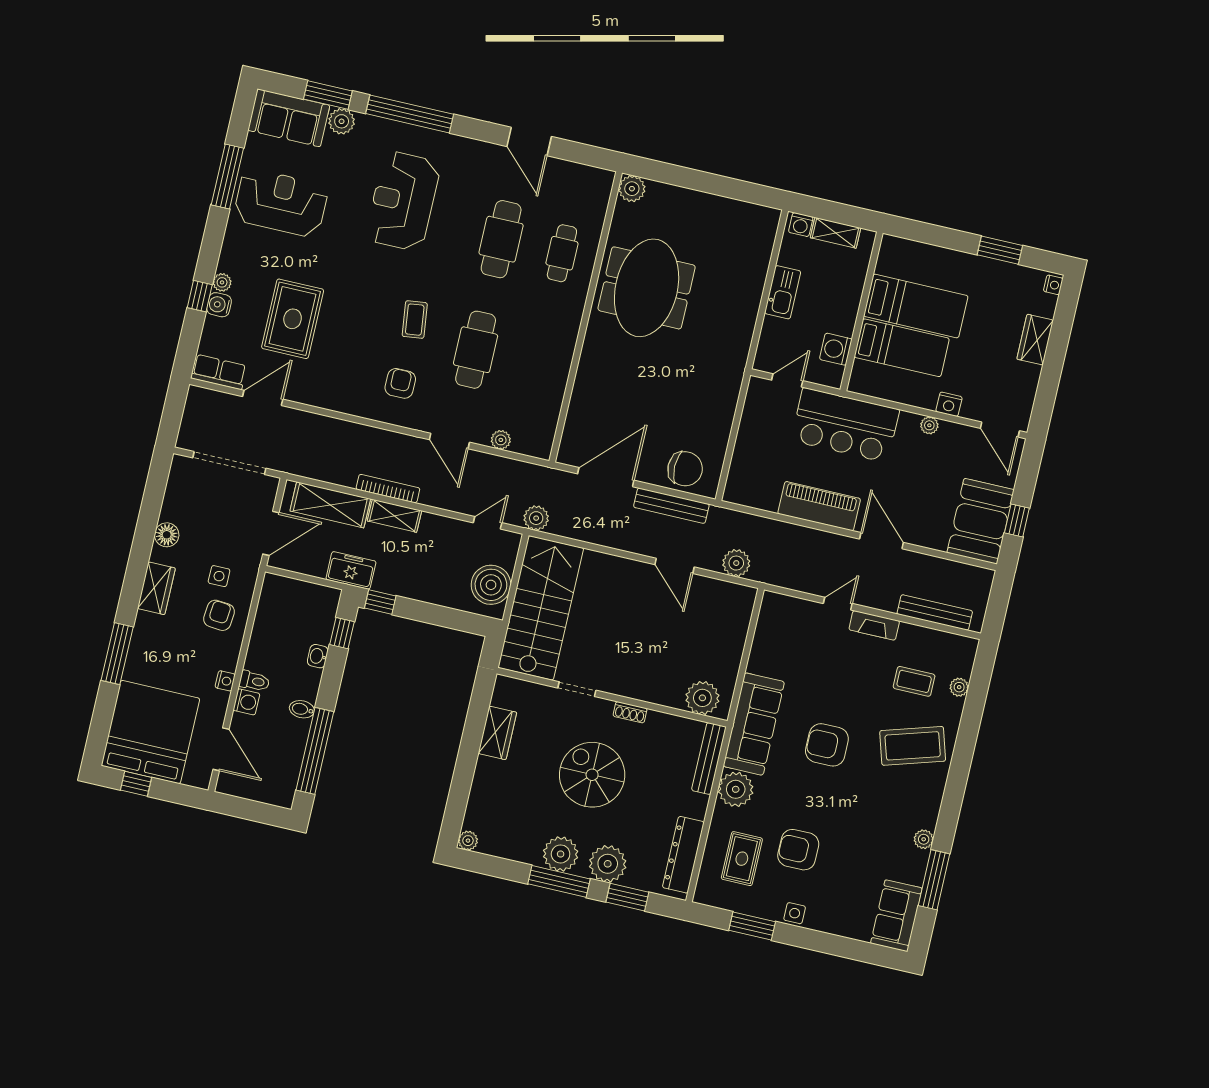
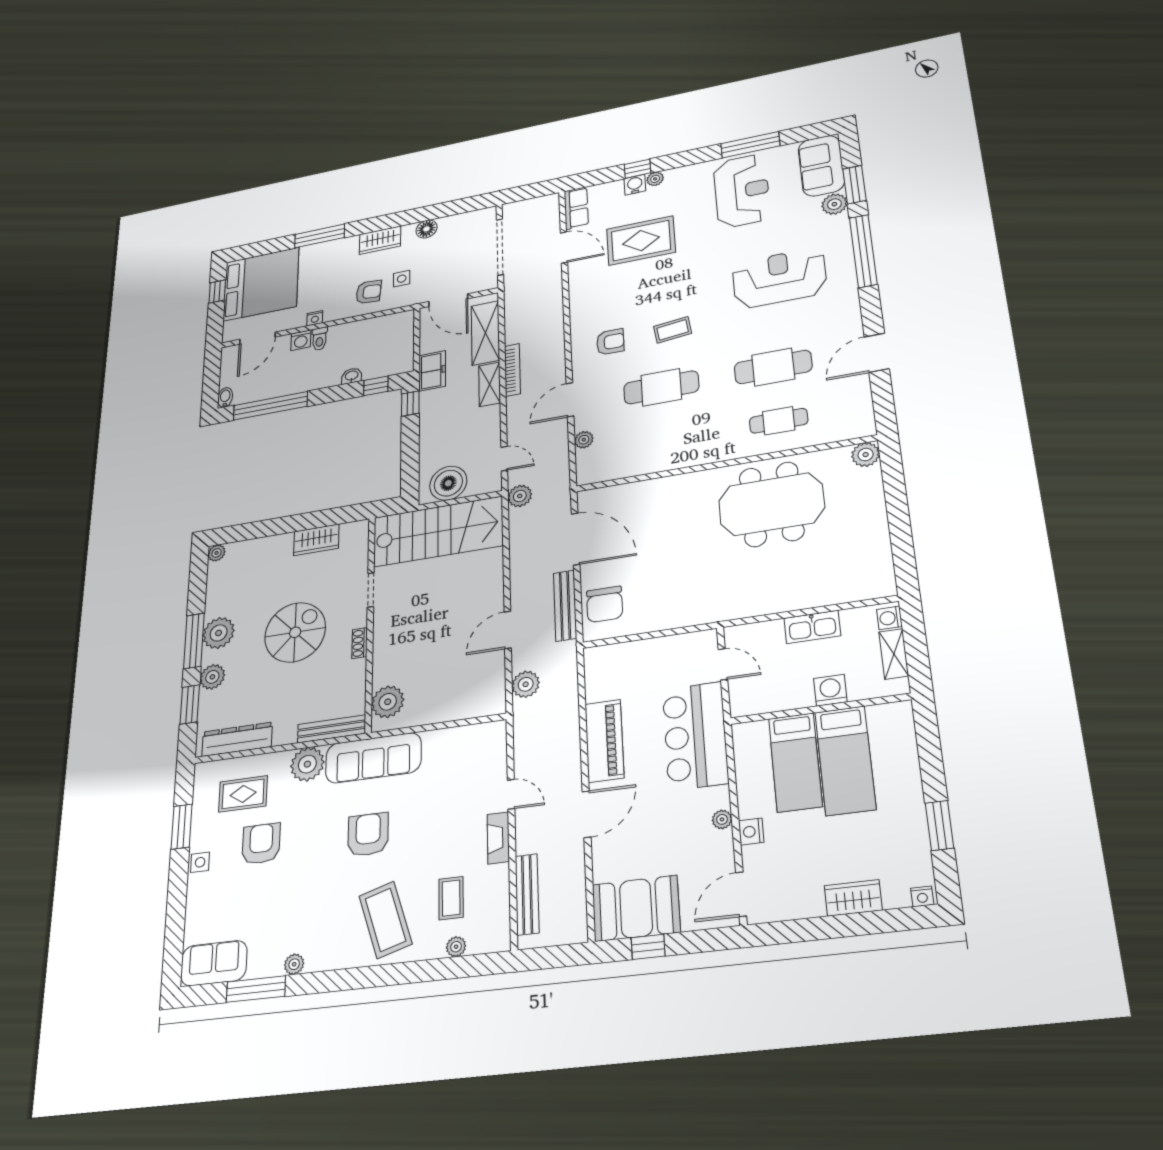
washing machine: (836, 349) -> (830, 690), moved
bidet: (302, 709) -> (225, 397), moved
plant: (608, 864) -> (212, 677), width x0.73, depth x0.73

